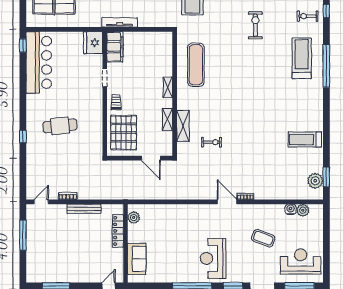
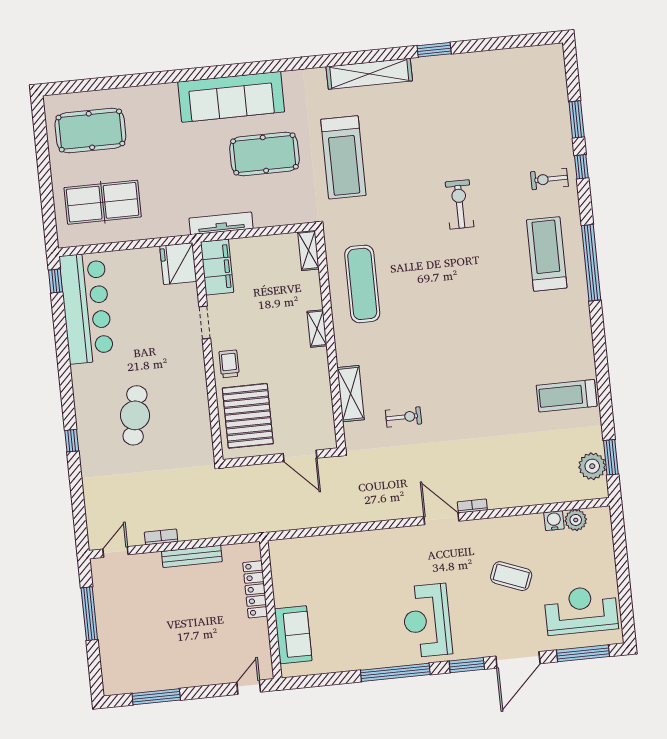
shelving: (167, 119) -> (308, 250), moved
cafe table: (60, 126) -> (135, 415), turned -73
plant: (134, 217) -> (280, 563), removed

